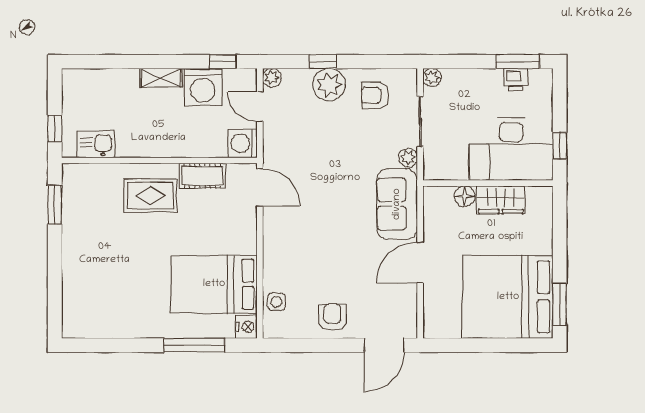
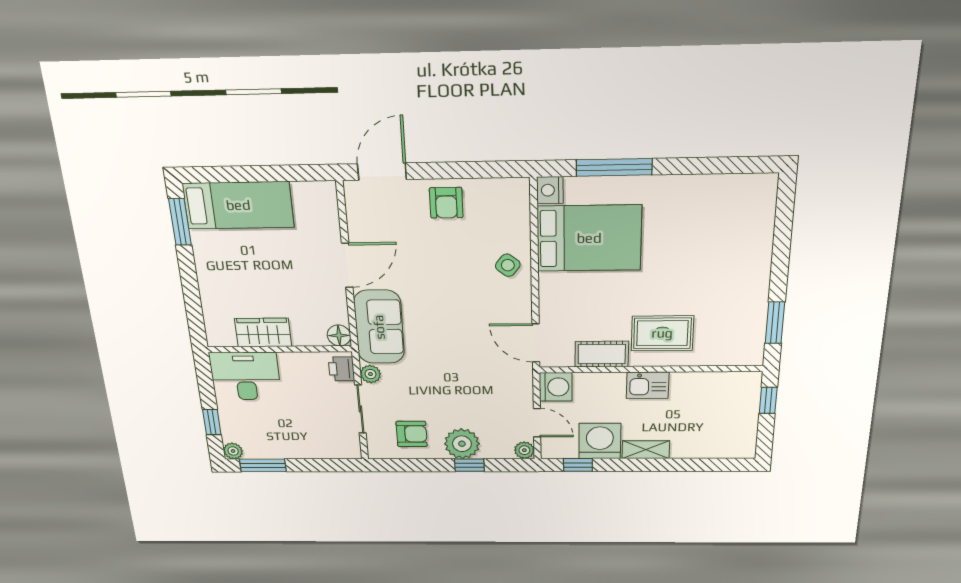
plant: (432, 77) -> (233, 451), moved
printer: (516, 79) -> (341, 369), moved, turned -90
kitchen sink: (96, 144) -> (648, 385), moved
window: (560, 146) -> (212, 422), moved
desk: (511, 149) -> (245, 376), width x0.73, depth x0.77
floor lamp: (465, 196) -> (339, 335), moved
bed: (508, 297) -> (238, 205), width x0.49
side table: (276, 302) -> (508, 265), moved, turned 38

